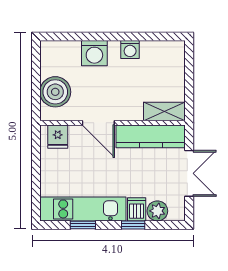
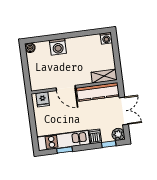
washing machine: (130, 50) -> (106, 38), moved
boiler: (55, 92) -> (30, 48), moved, width x0.54, depth x0.54
plant: (157, 211) -> (118, 134), moved
window: (133, 225) -> (109, 144), moved

